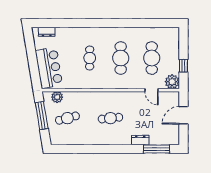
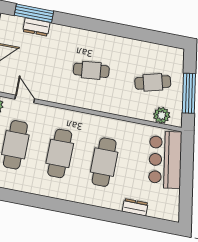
dresser: (47, 32) -> (135, 207), moved
cafe table: (90, 58) -> (104, 162), width x1.37, depth x1.35
dresser: (140, 140) -> (36, 27), moved

